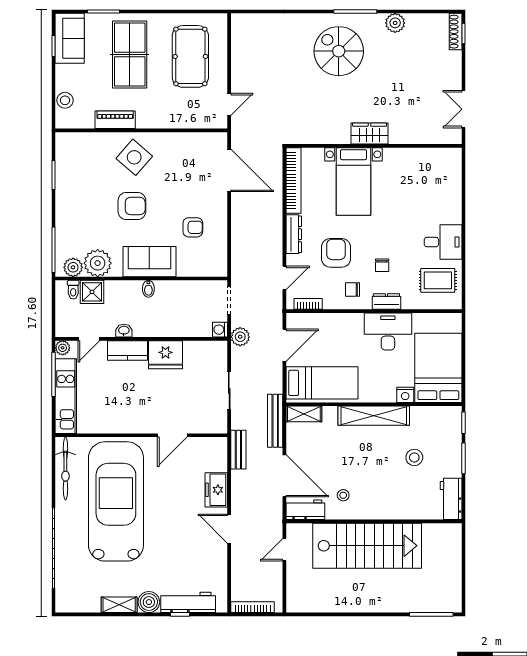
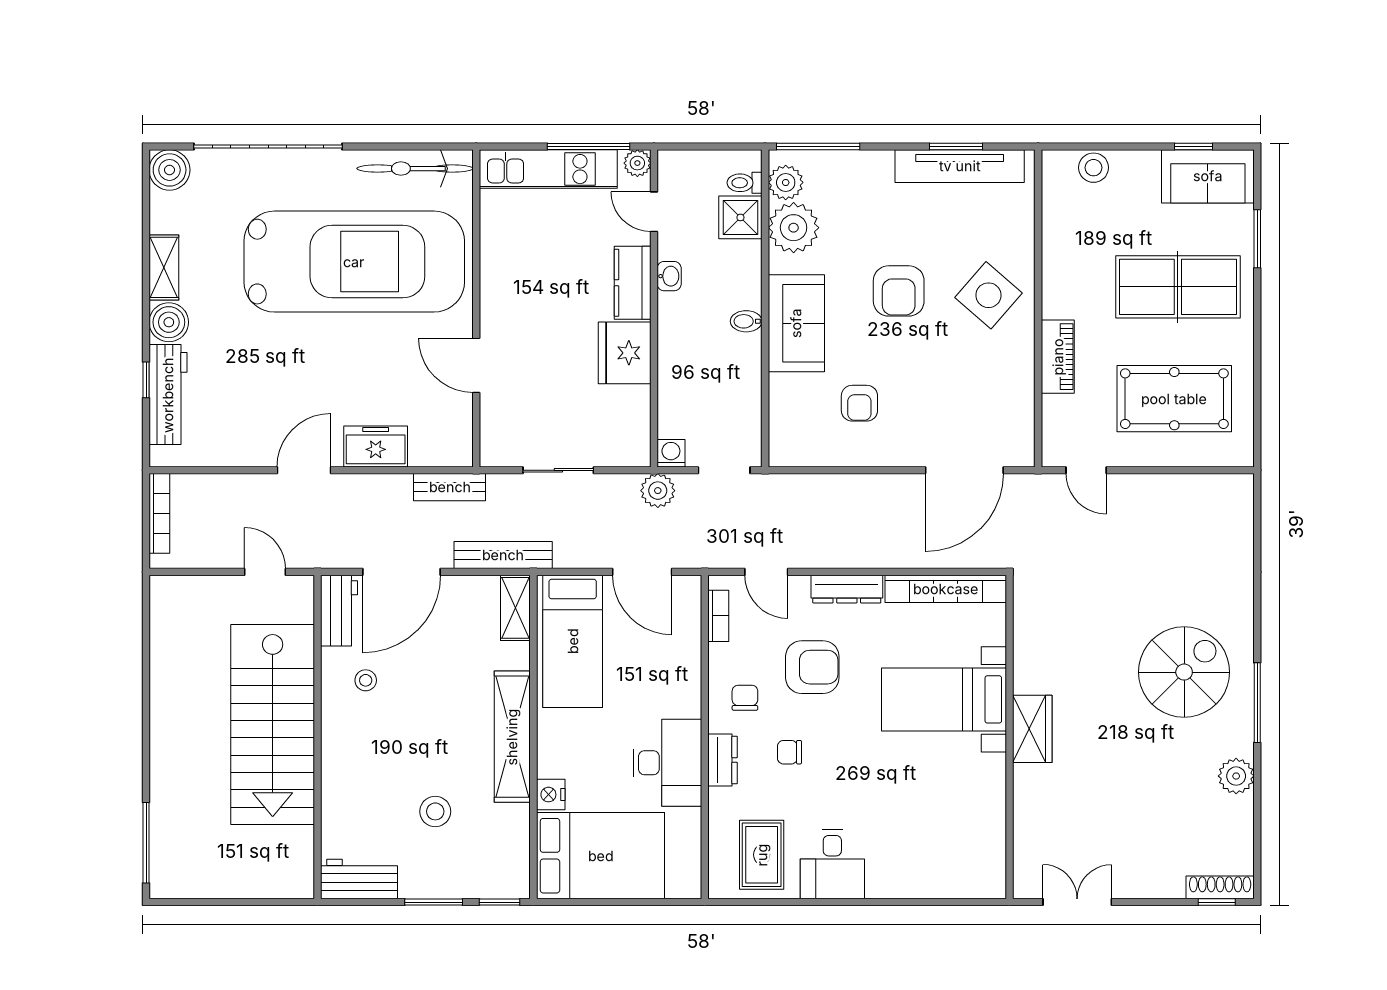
piano: (115, 120) -> (1058, 357), moved
tv unit: (64, 173) -> (960, 166), added
boiler: (66, 602) -> (170, 170), added

